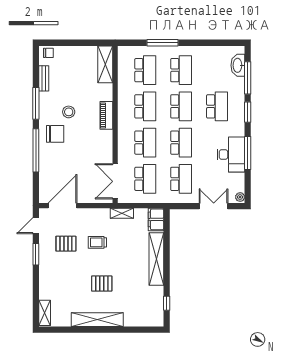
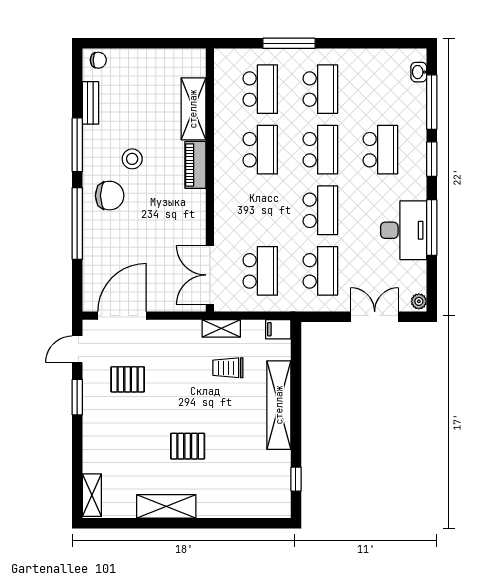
shelving: (105, 64) -> (193, 109), moved
washbasin: (238, 65) -> (419, 72), width x0.52, depth x0.69
school desk: (145, 143) -> (260, 210), removed
filing cabinet: (156, 219) -> (278, 329), width x0.50
trolley: (97, 242) -> (228, 368), moved
shelving: (97, 320) -> (166, 506), width x0.68

